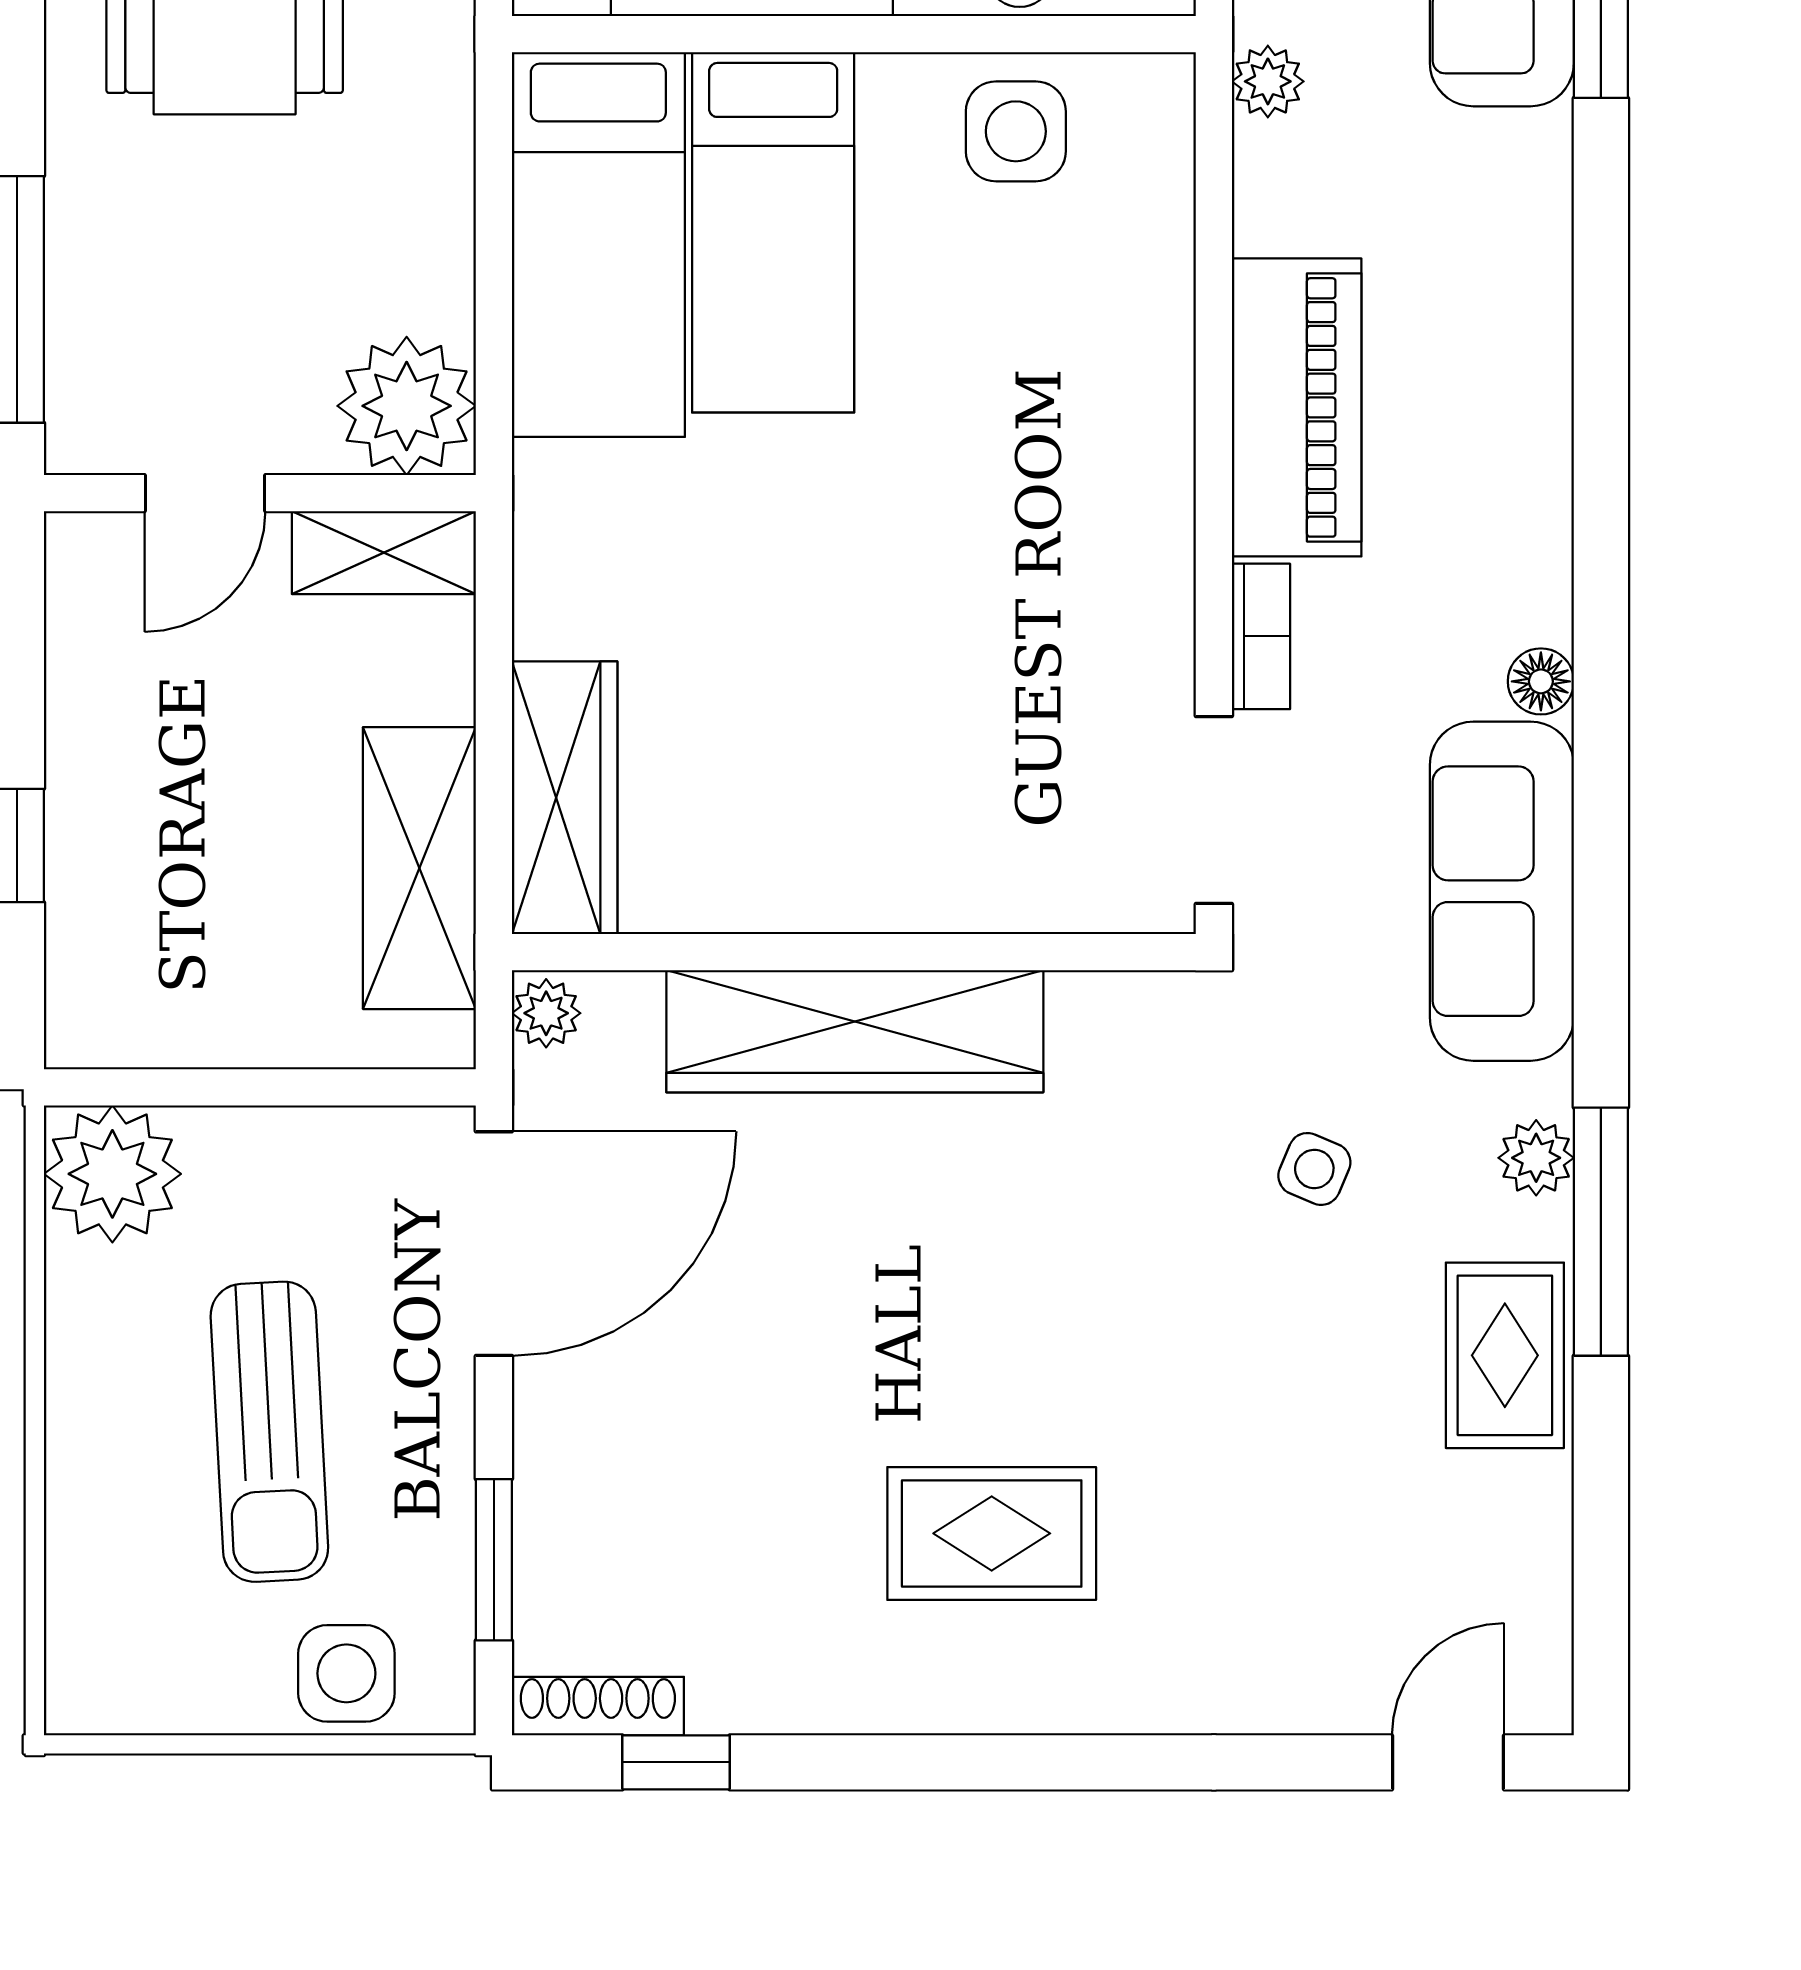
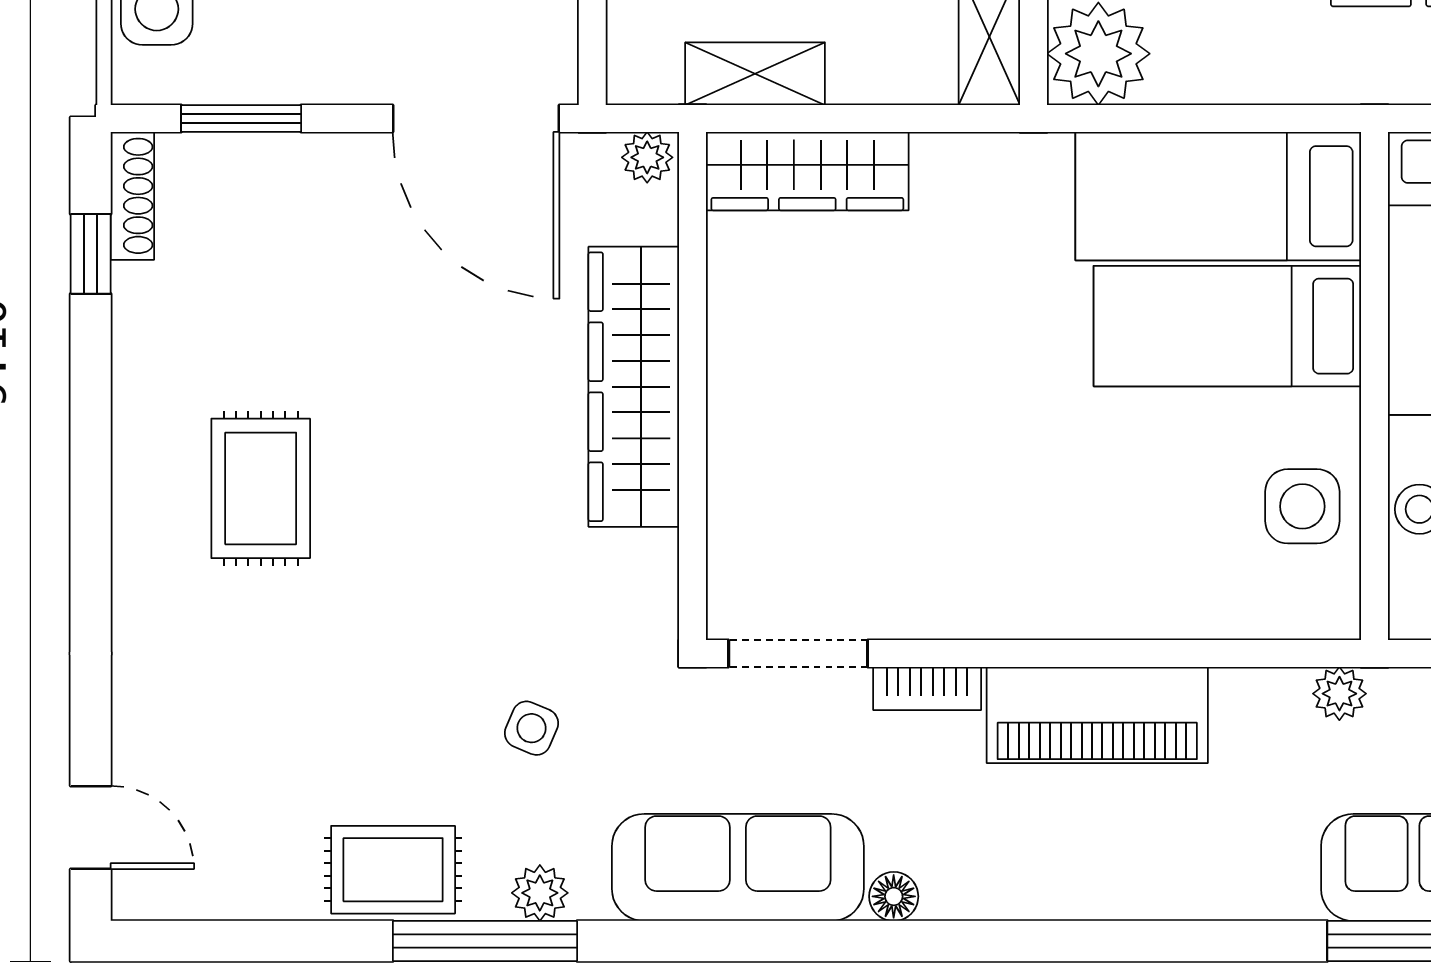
shelving: (419, 868) -> (755, 74), width x0.67, depth x0.75

